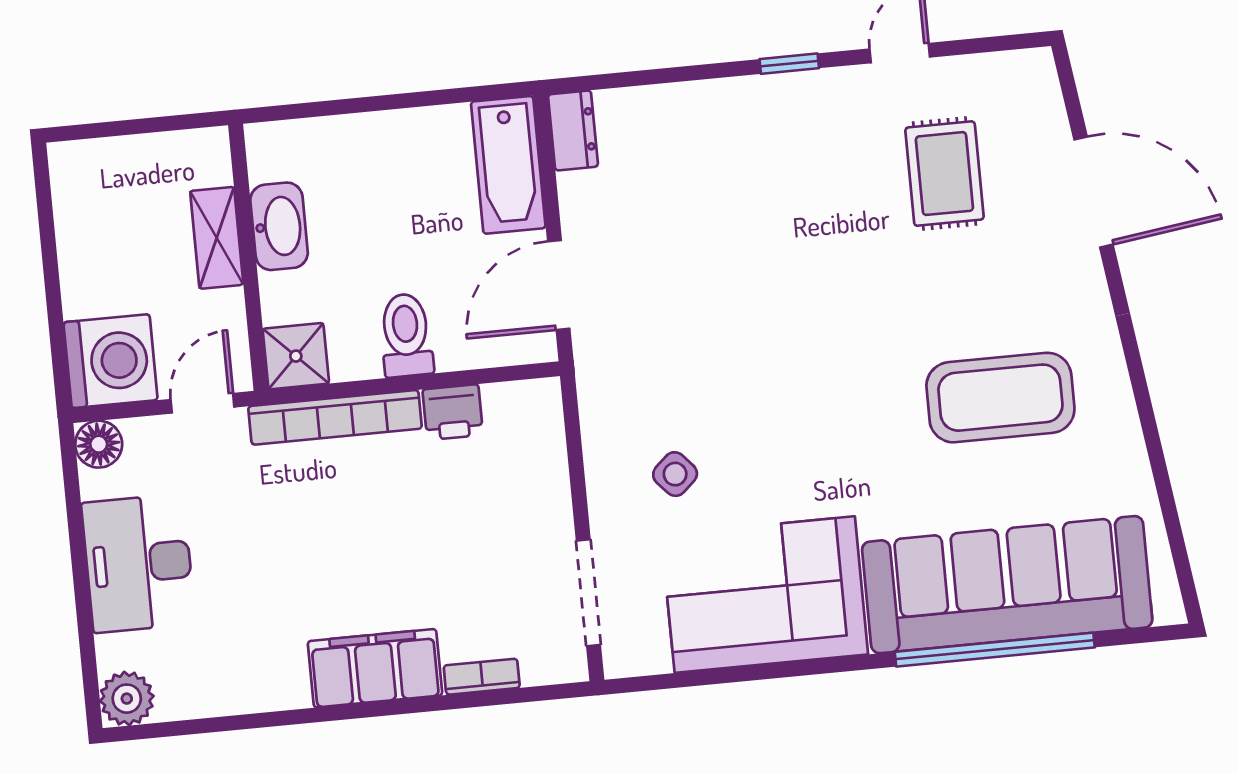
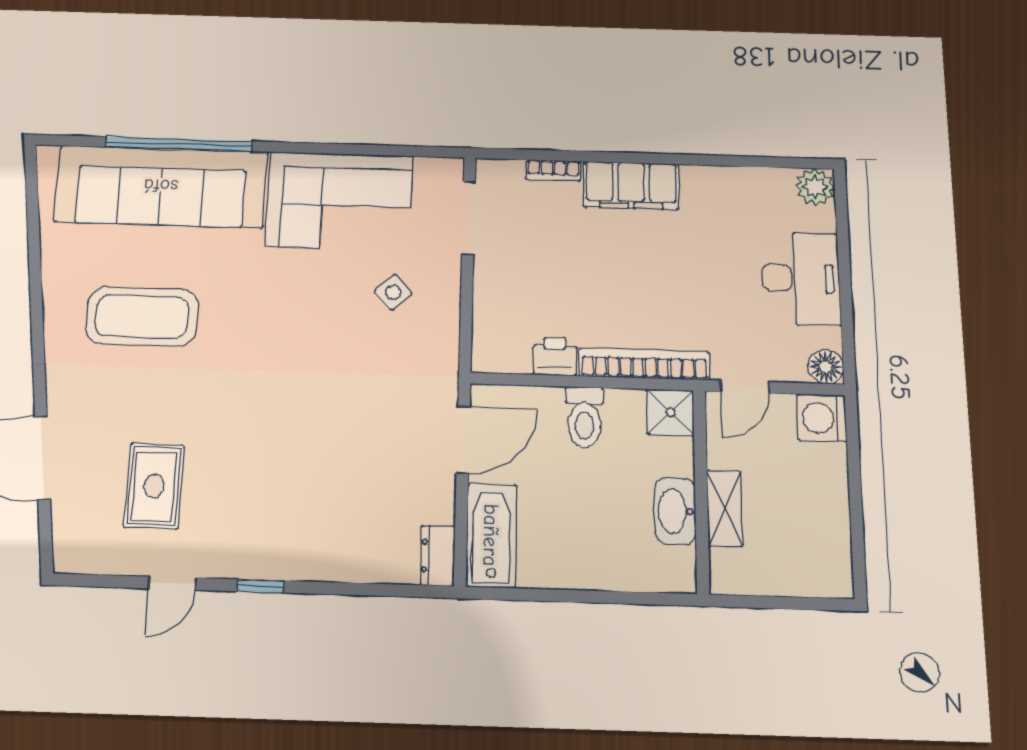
washing machine: (111, 361) -> (822, 418), width x0.73, depth x0.73

